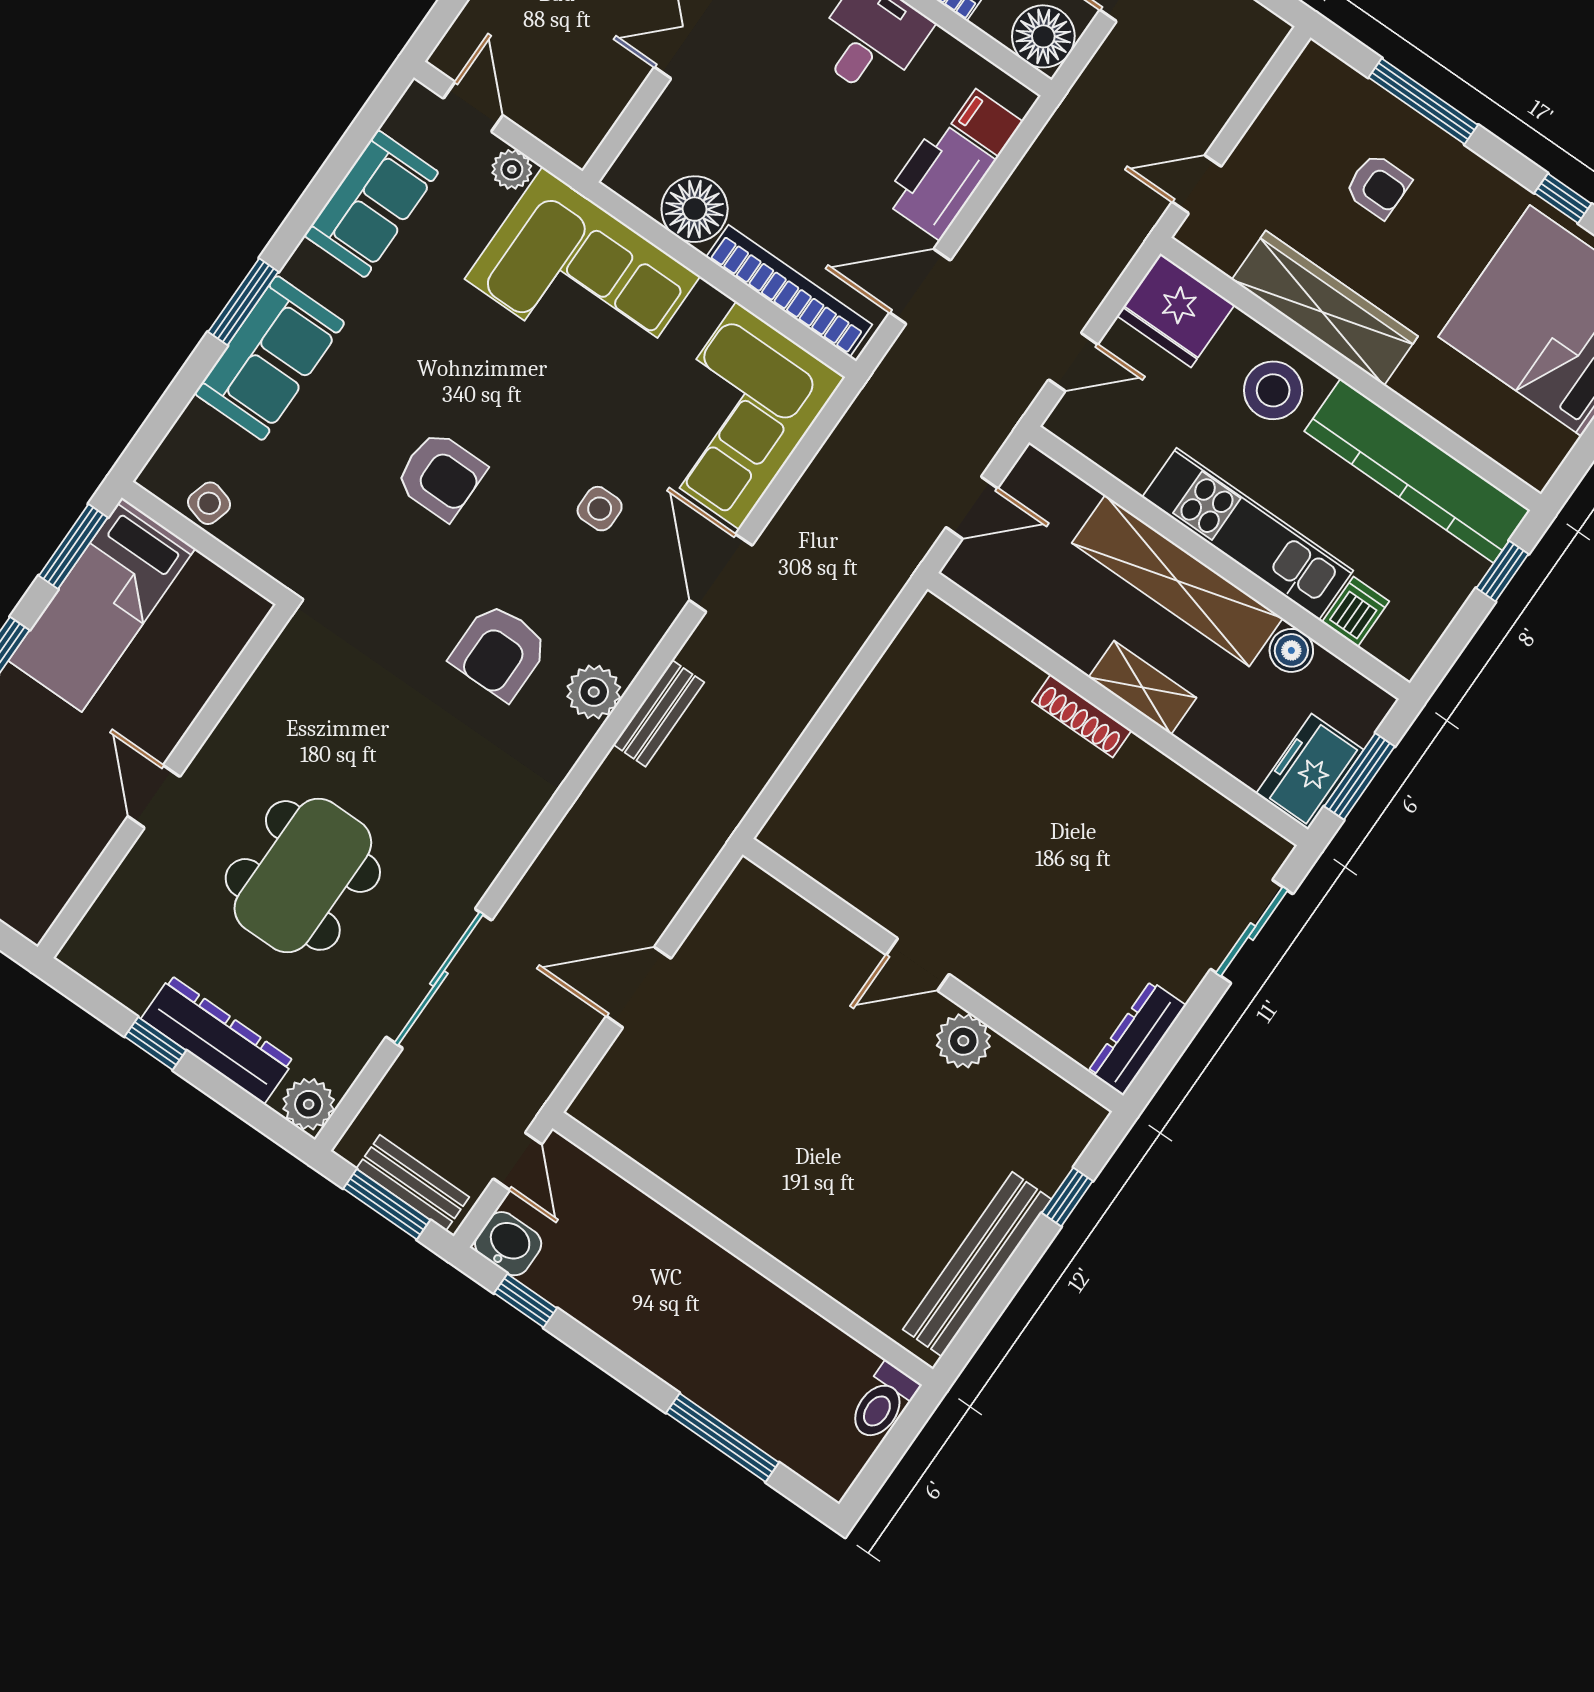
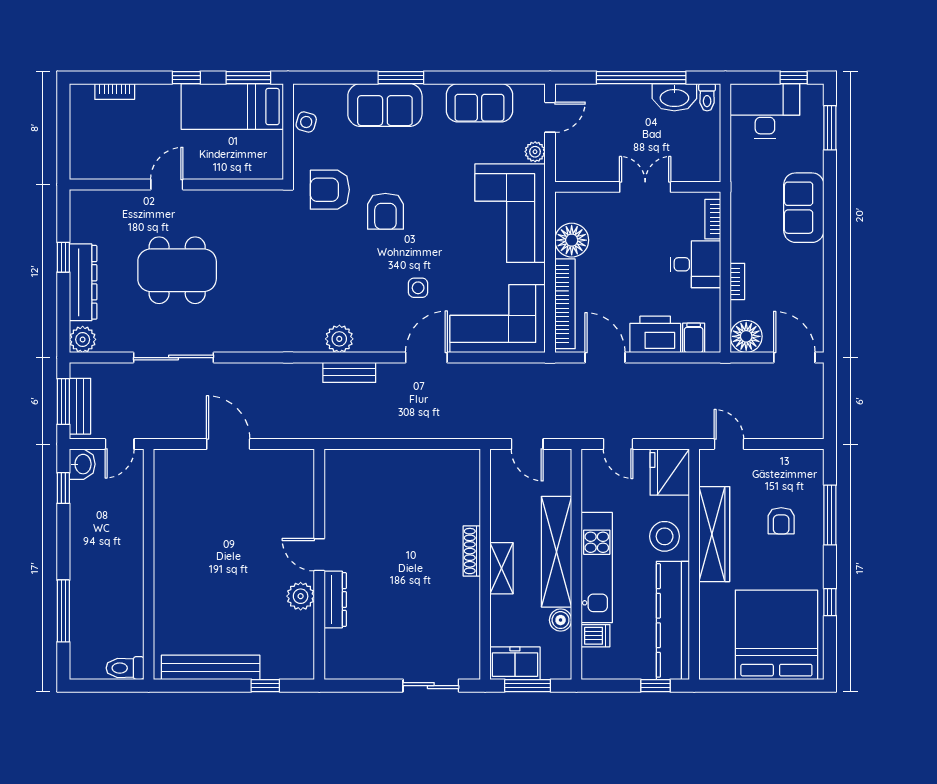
armchair: (499, 652) -> (330, 190), moved
dresser: (1137, 1038) -> (335, 600), moved, turned 90

